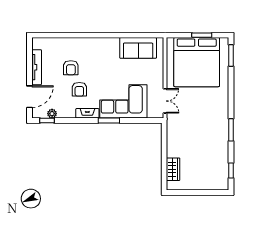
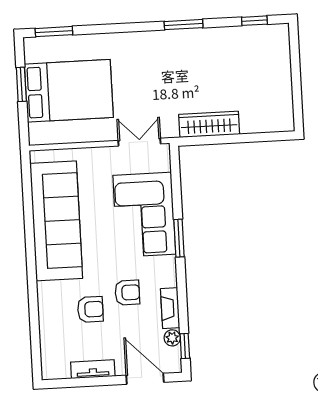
sofa: (138, 48) -> (56, 221), width x1.85, depth x1.27
bed: (197, 62) -> (69, 91), width x0.73
tv unit: (37, 67) -> (93, 369), width x0.71
fireplace: (87, 113) -> (170, 308), moved
wardrobe: (173, 169) -> (209, 124), moved, width x1.50

